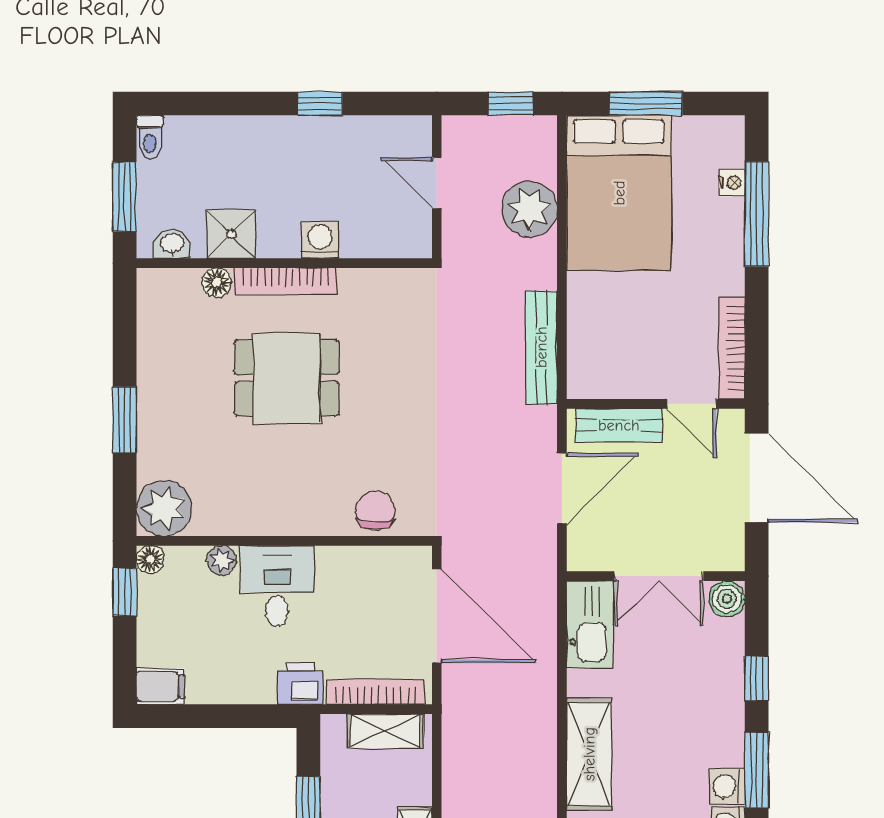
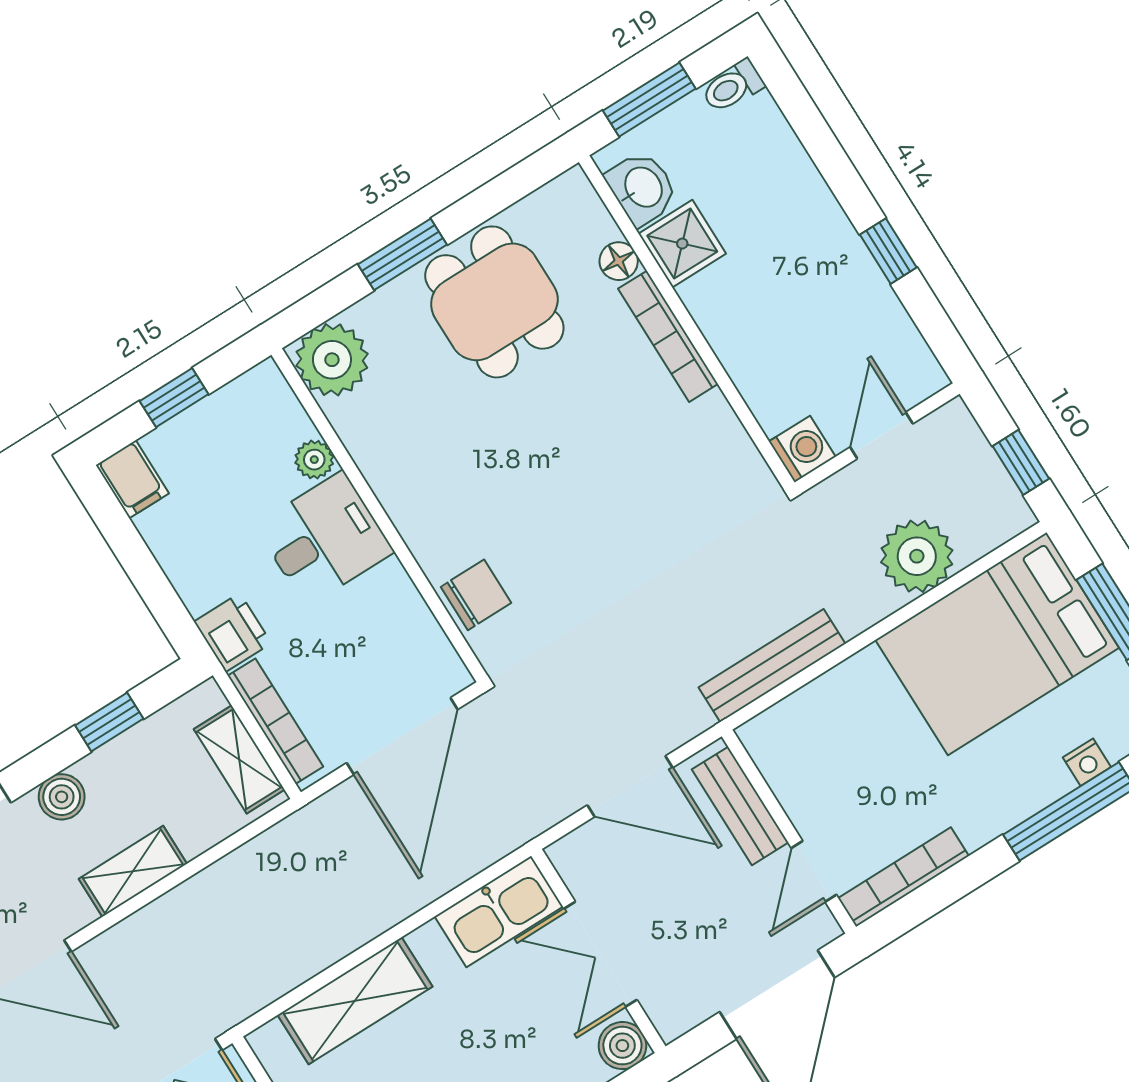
washing machine: (320, 240) -> (802, 449), moved
washbasin: (172, 244) -> (642, 188), width x1.38, depth x1.45
dining table: (287, 378) -> (494, 302), moved
floor lamp: (150, 559) -> (266, 380), removed
window: (125, 592) -> (174, 398), moved

